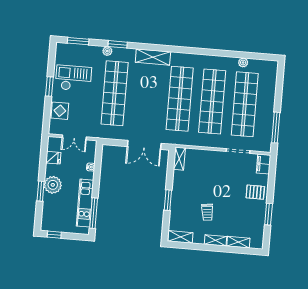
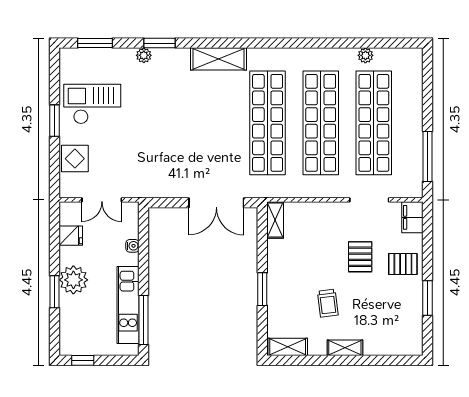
shop shelf: (115, 93) -> (161, 123), removed
pallet: (229, 185) -> (360, 257), added
shelving: (238, 242) -> (382, 348), removed

